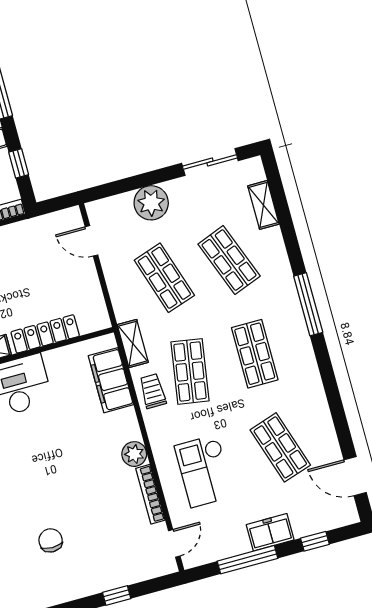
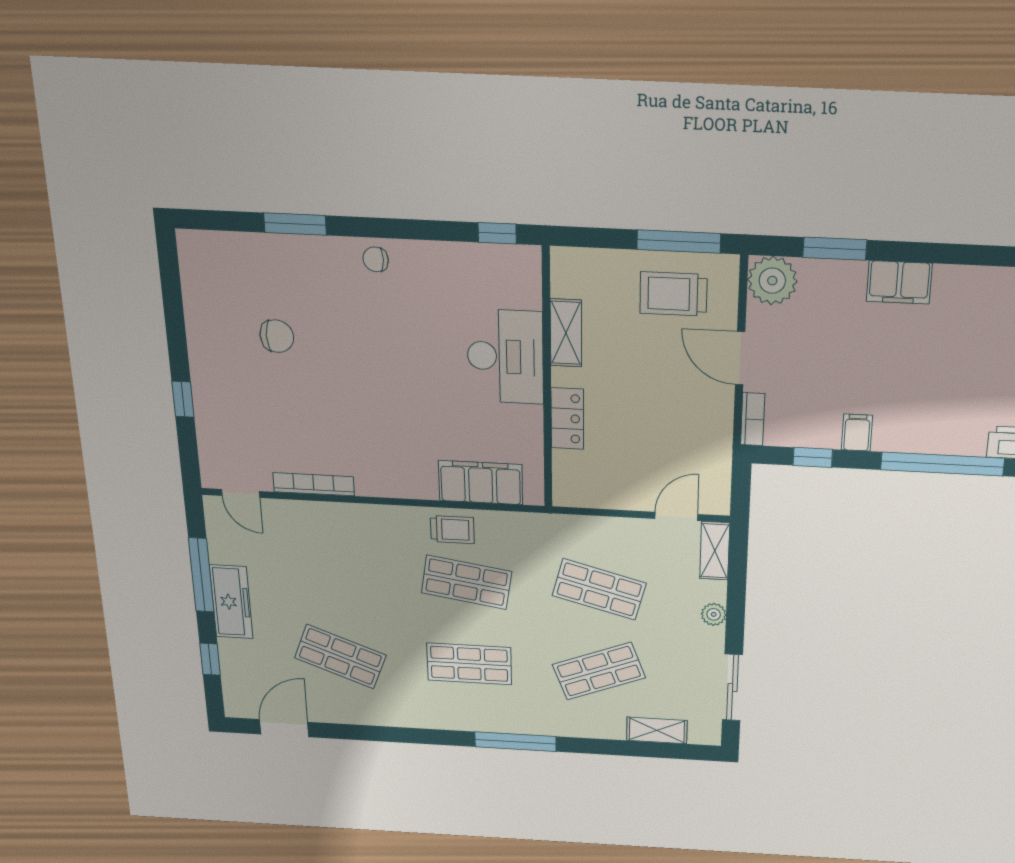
plant: (151, 203) -> (714, 614), width x0.53, depth x0.53
shop shelf: (164, 278) -> (599, 589), turned 33
locker: (45, 334) -> (567, 419), width x0.66
shelving: (133, 344) -> (715, 551), moved, turned 90
shop shelf: (280, 447) -> (340, 657), turned 39
plant: (134, 454) -> (373, 481), removed
checkout: (204, 471) -> (330, 559), removed
freezer: (270, 532) -> (231, 602), width x1.40

